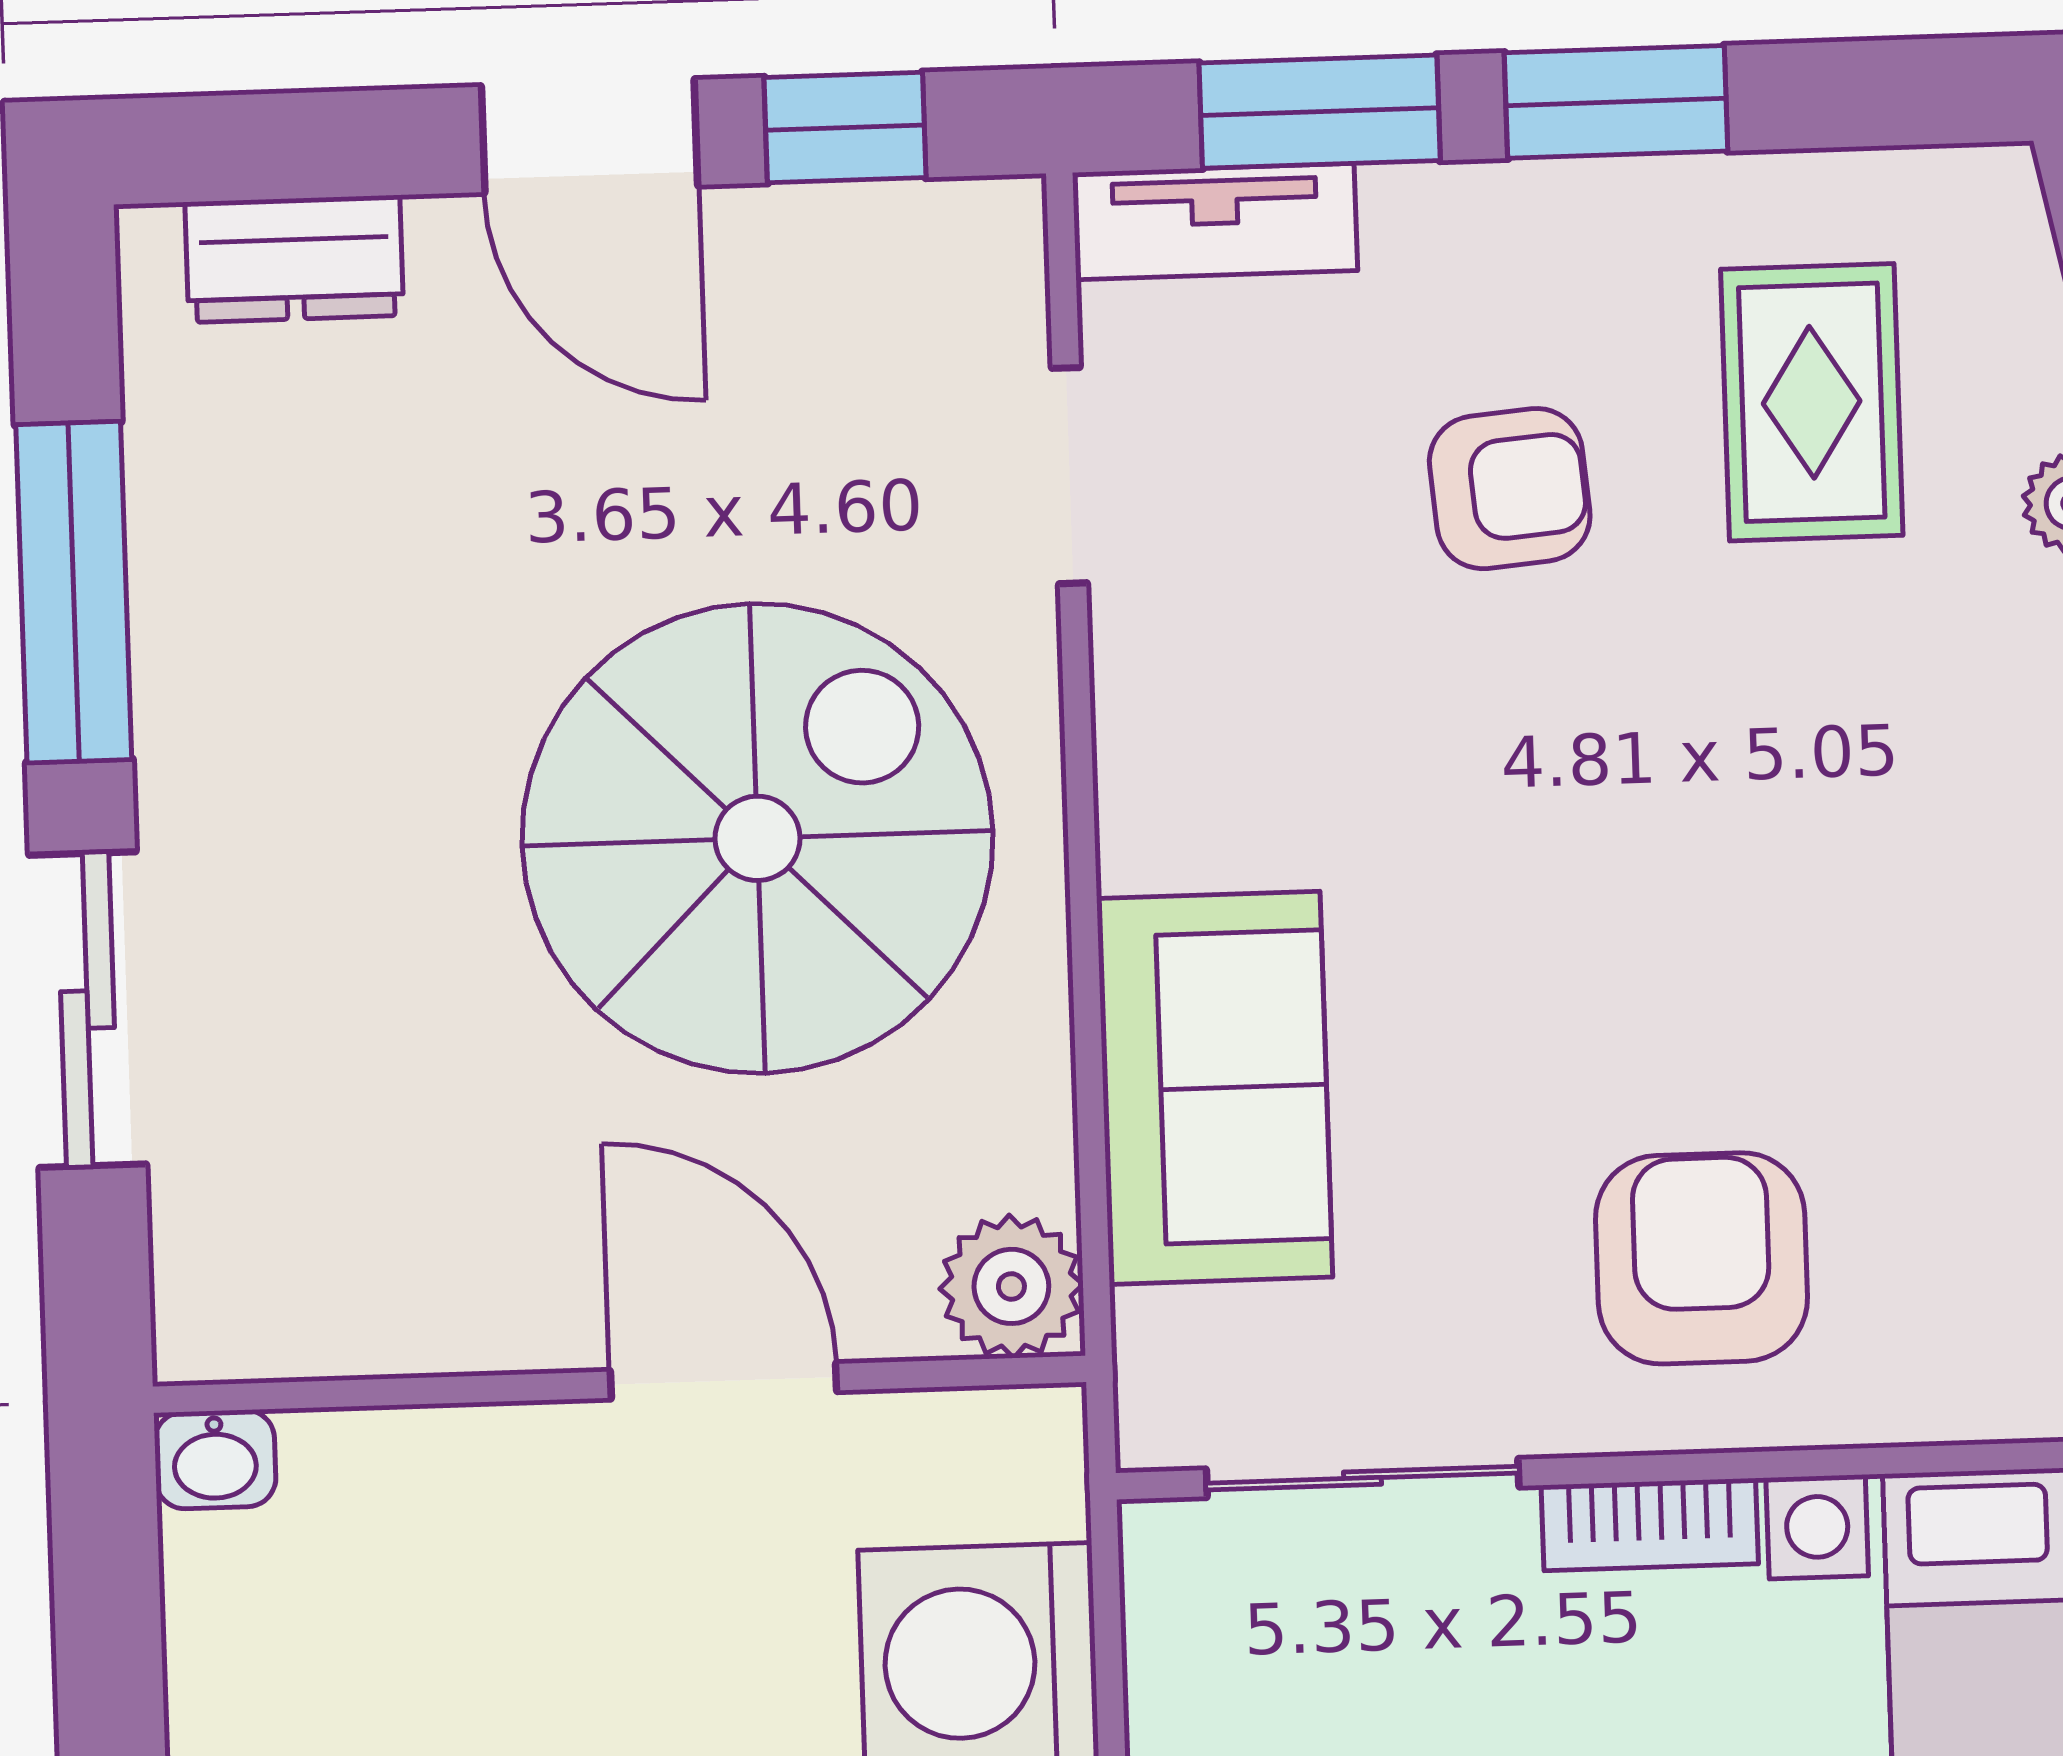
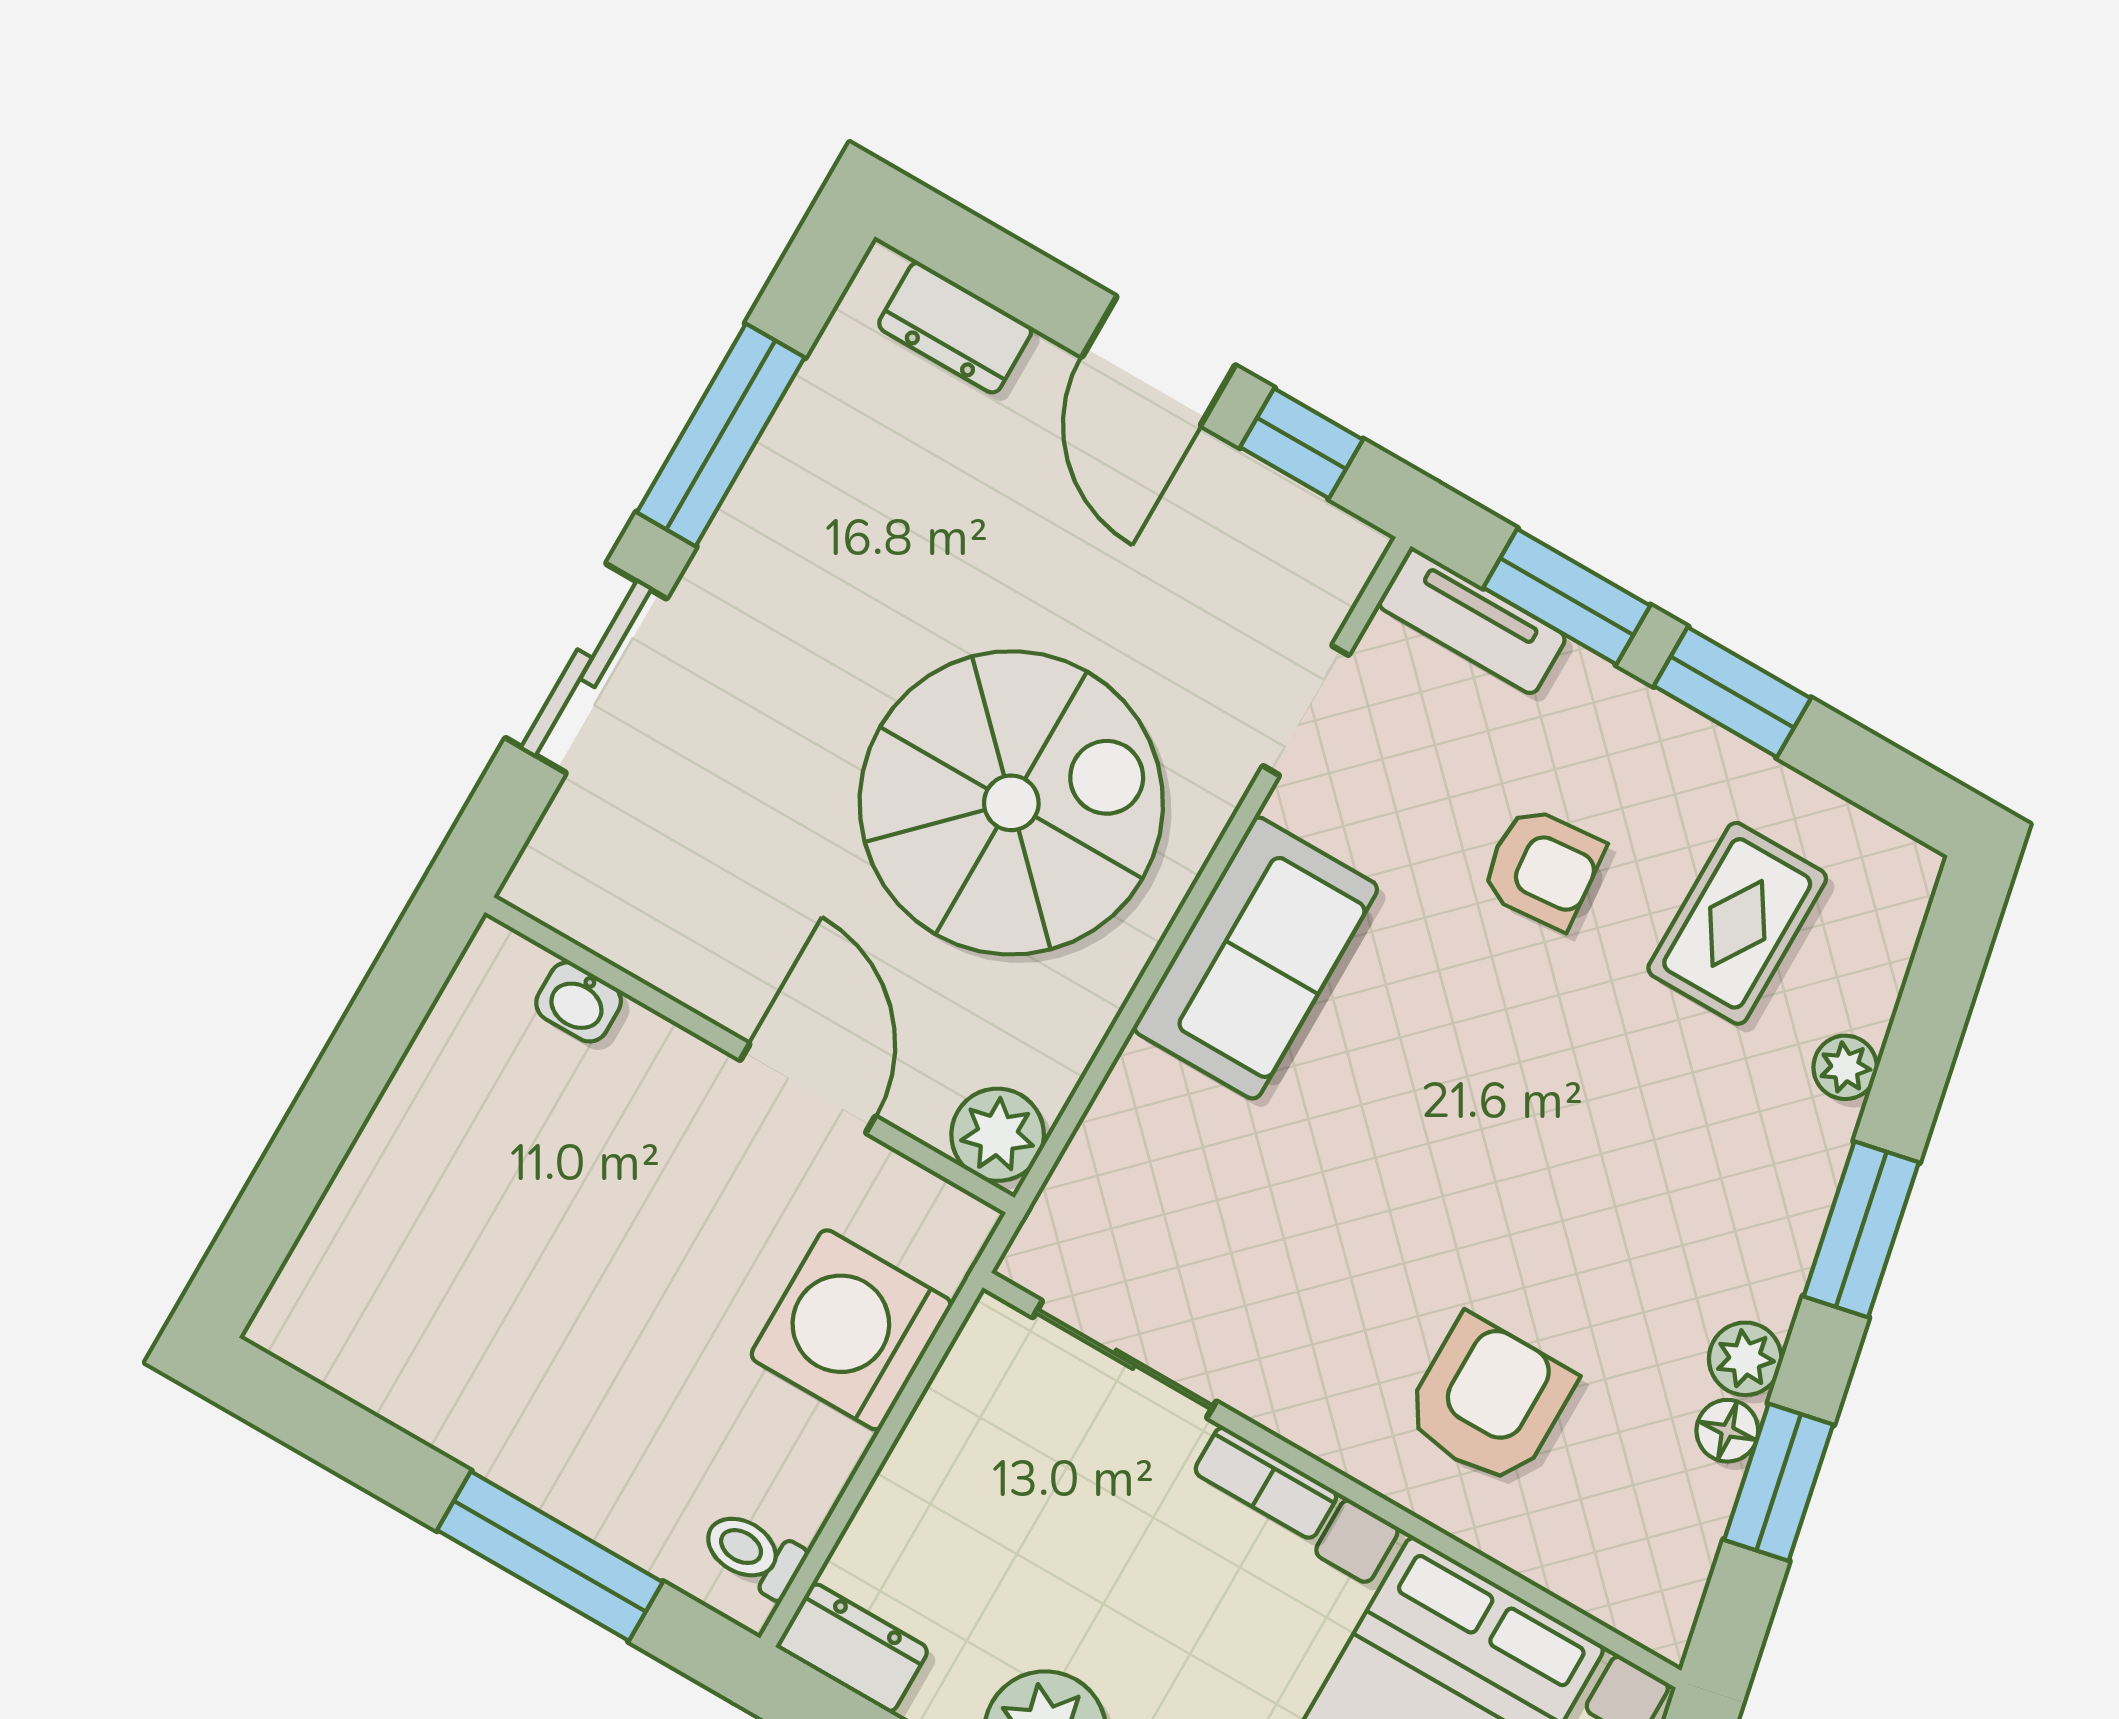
sofa: (1215, 1088) -> (1256, 958), moved
armchair: (1701, 1258) -> (1489, 1401), moved
washbasin: (215, 1459) -> (579, 1002), moved

